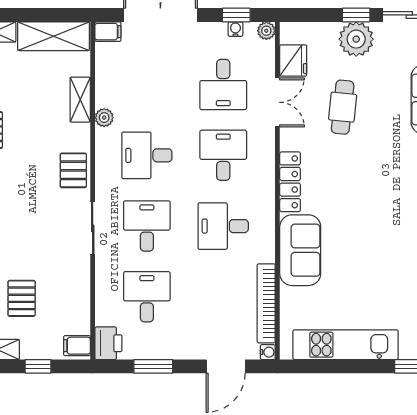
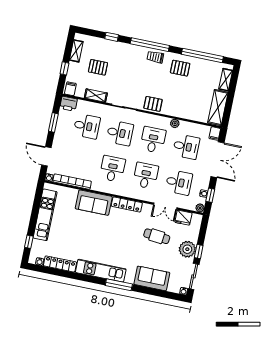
desk: (147, 85) -> (186, 147), added
desk: (223, 85) -> (179, 182), turned 180
shelving: (80, 100) -> (96, 96), moved
desk: (223, 155) -> (146, 176), turned -90

